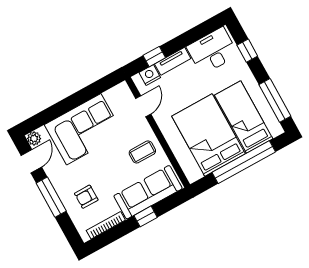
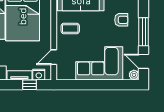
door: (31, 161) -> (144, 61), hinge flipped

